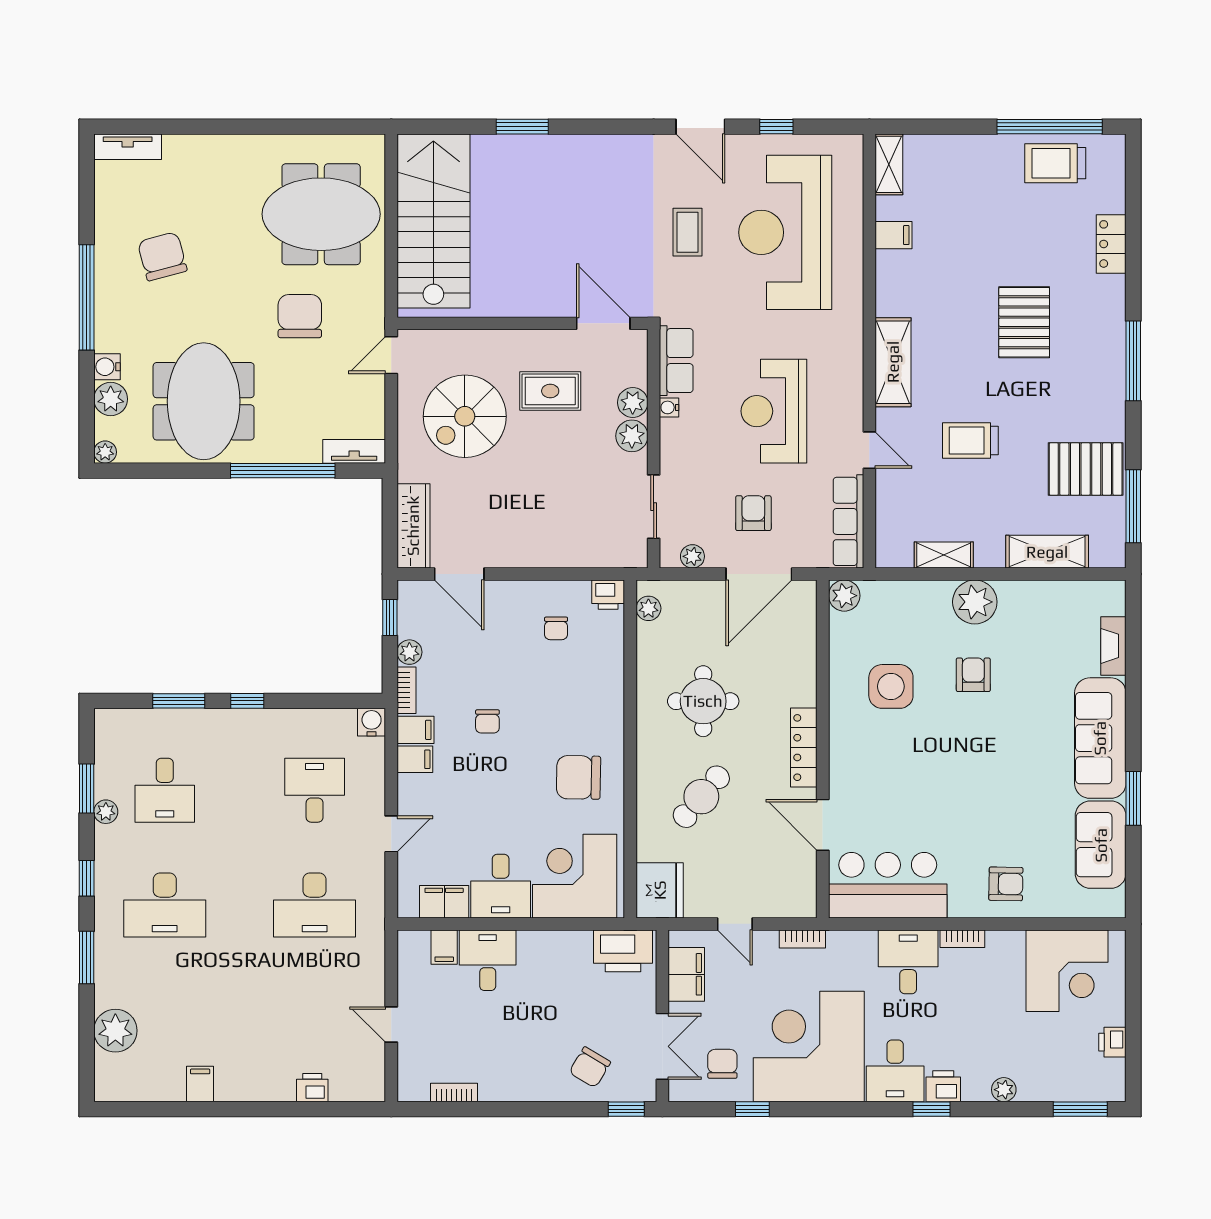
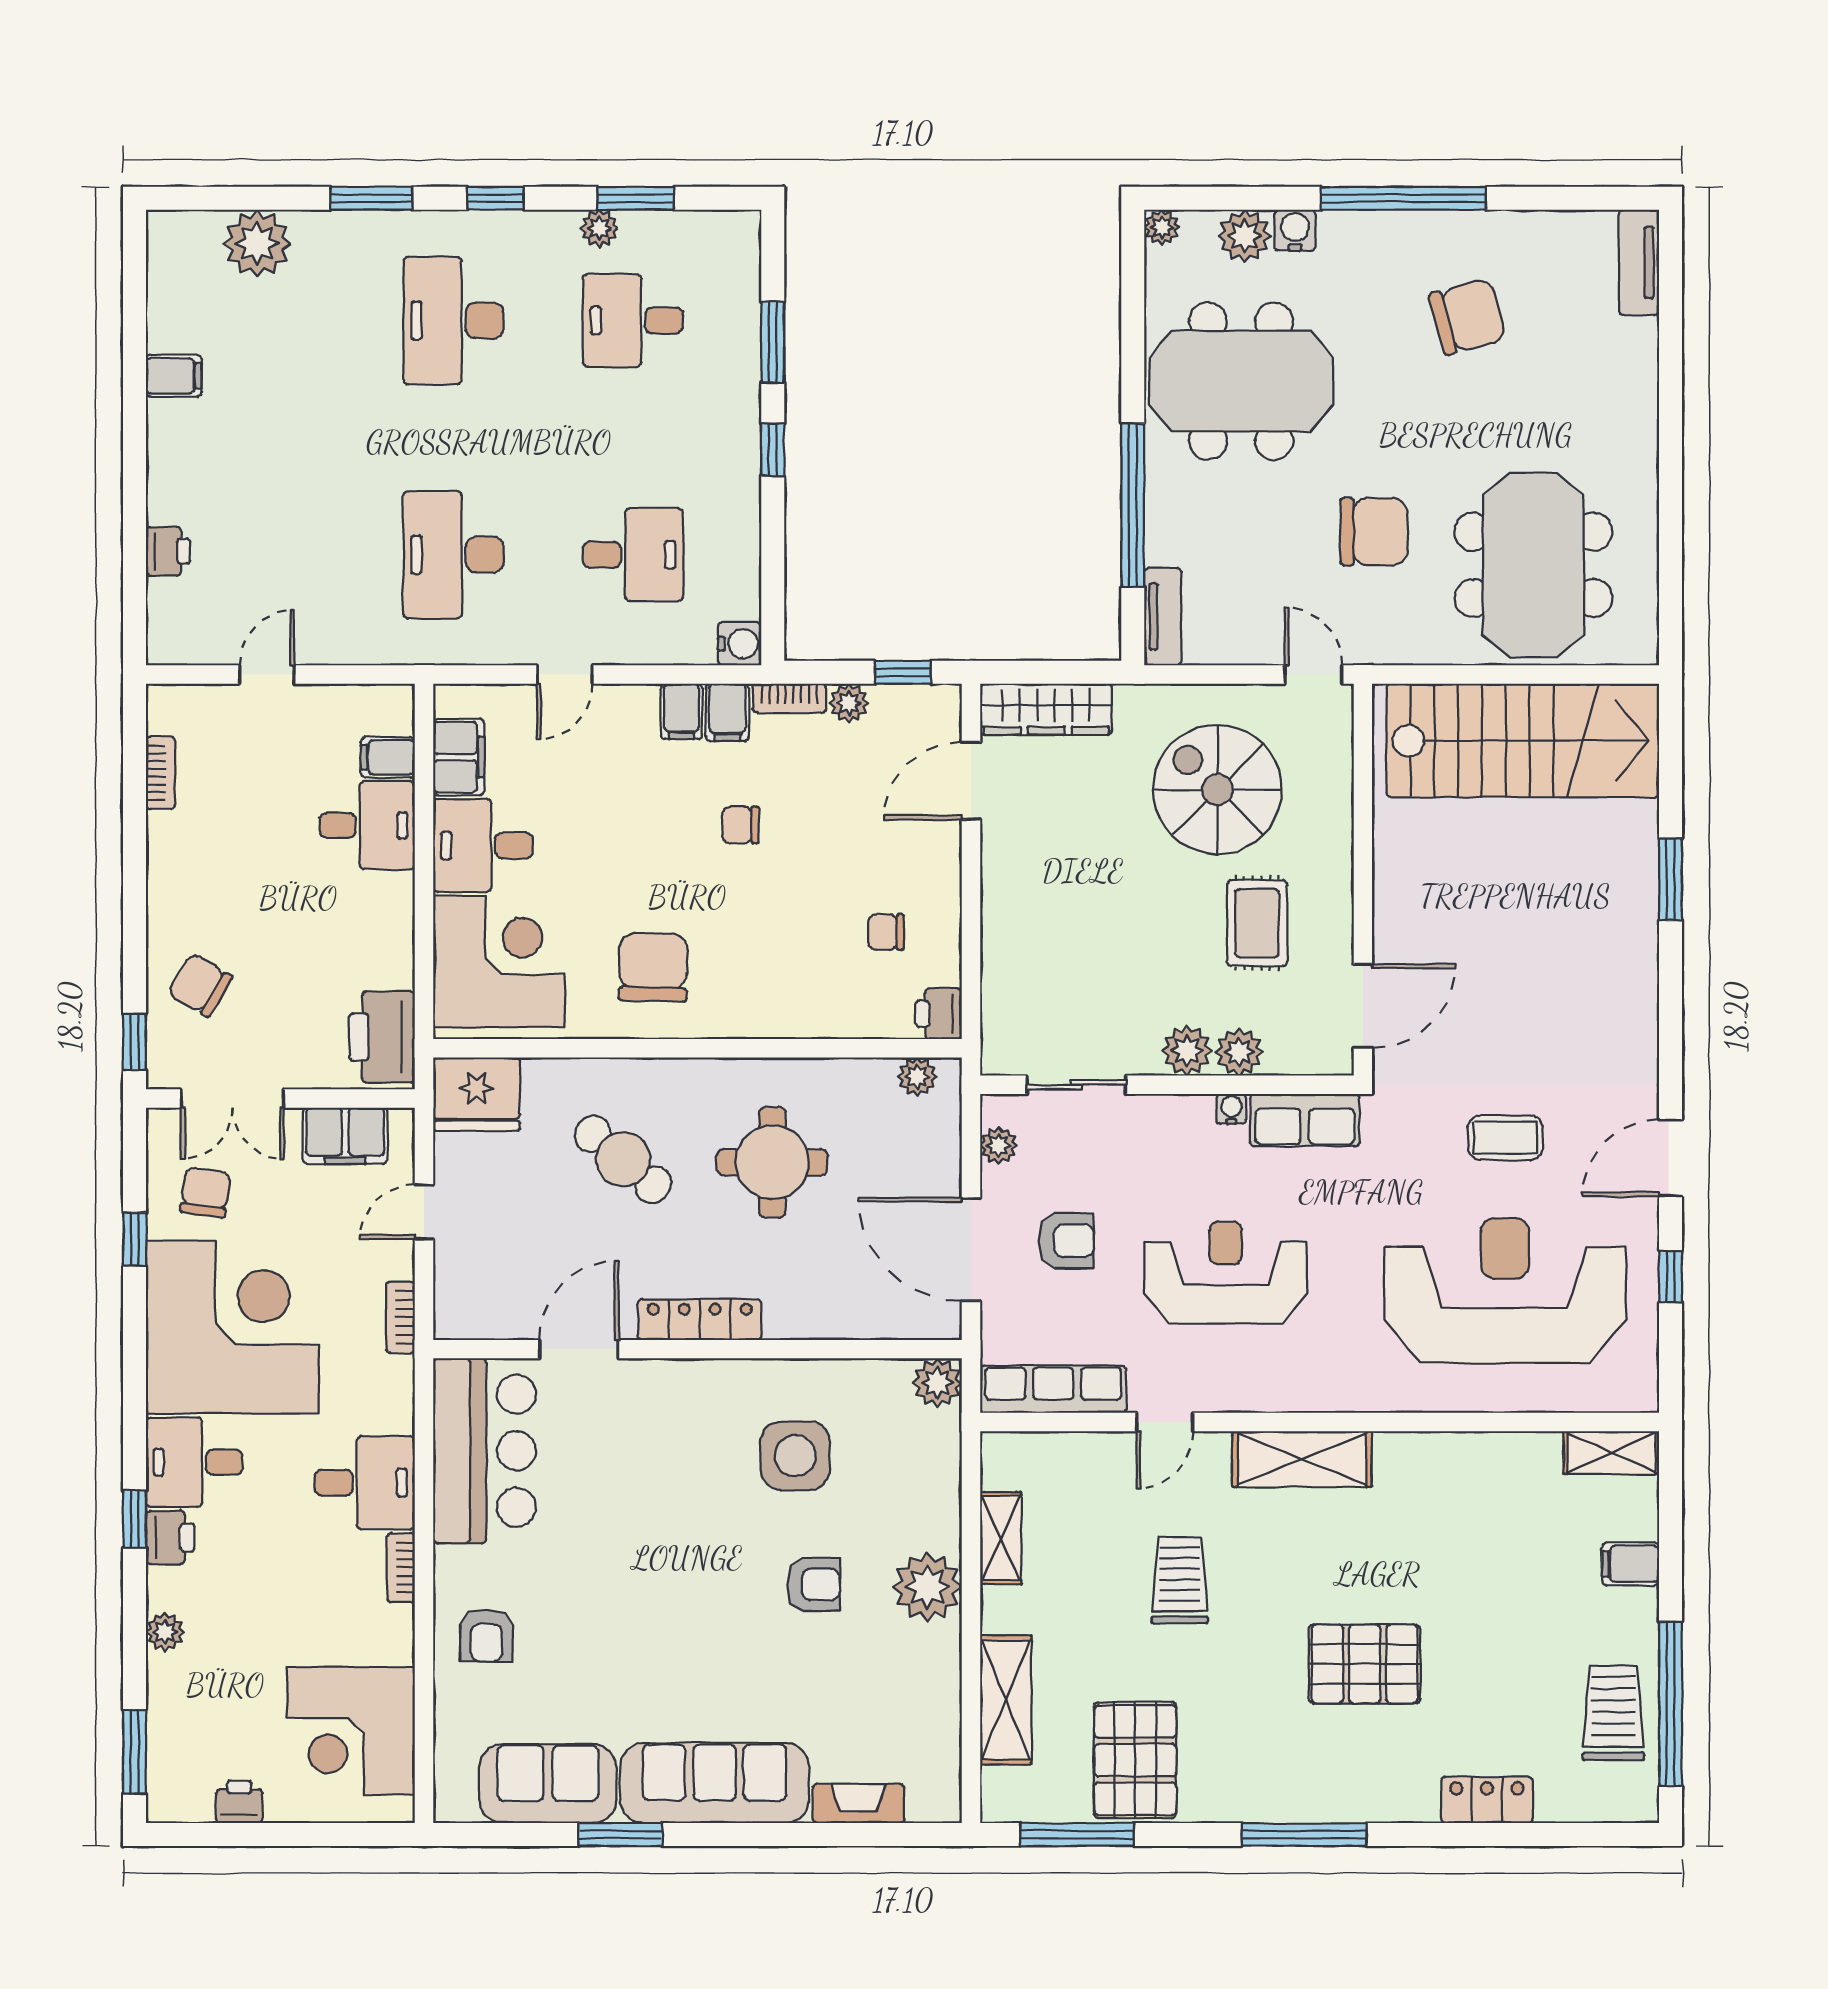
filing cabinet: (894, 235) -> (1631, 1564), moved, turned 90
door: (391, 834) -> (565, 675), hinge flipped
chair: (722, 1064) -> (205, 1192), turned -82

